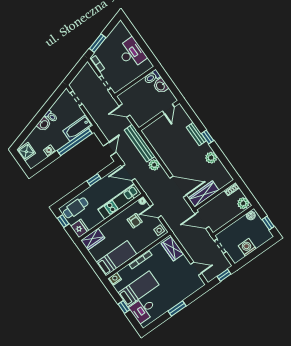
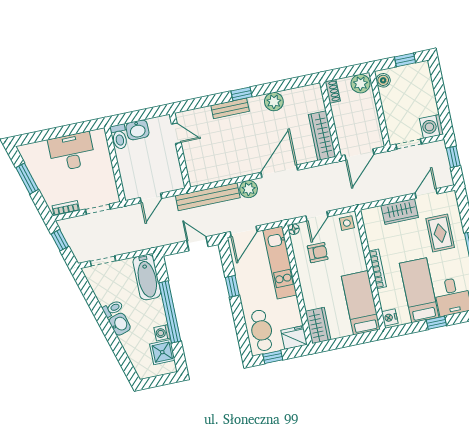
window: (98, 43) -> (27, 179), moved
window: (77, 69) -> (60, 240), added
window: (75, 142) -> (170, 312), moved
shower: (26, 152) -> (162, 352), moved
door: (178, 187) -> (279, 171), moved
washing machine: (247, 247) -> (431, 126), moved
wardrobe: (172, 249) -> (400, 212), moved
rug: (177, 287) -> (440, 233), added

